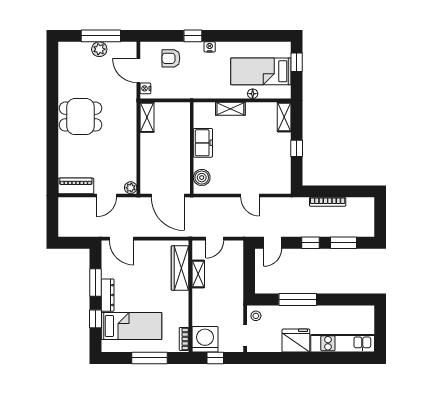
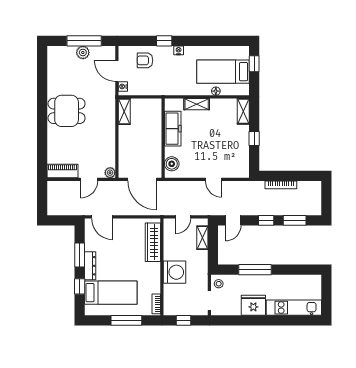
freezer: (203, 143) -> (173, 129), width x1.40
shelving: (198, 274) -> (202, 238), moved
washing machine: (205, 339) -> (175, 272), moved, turned 90

